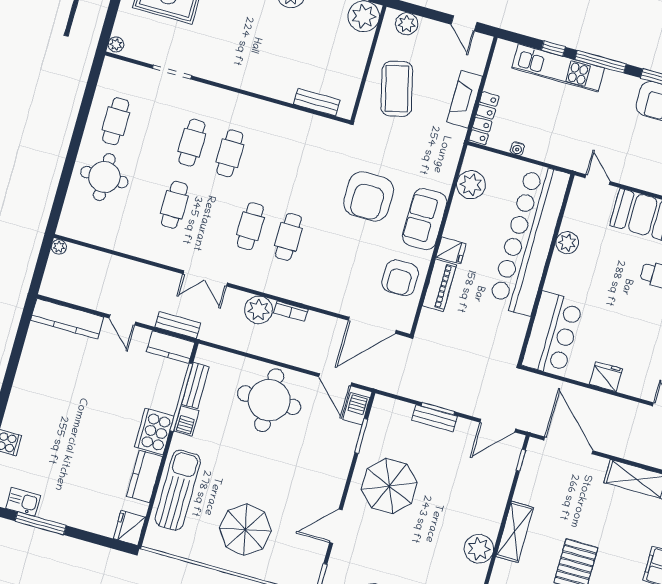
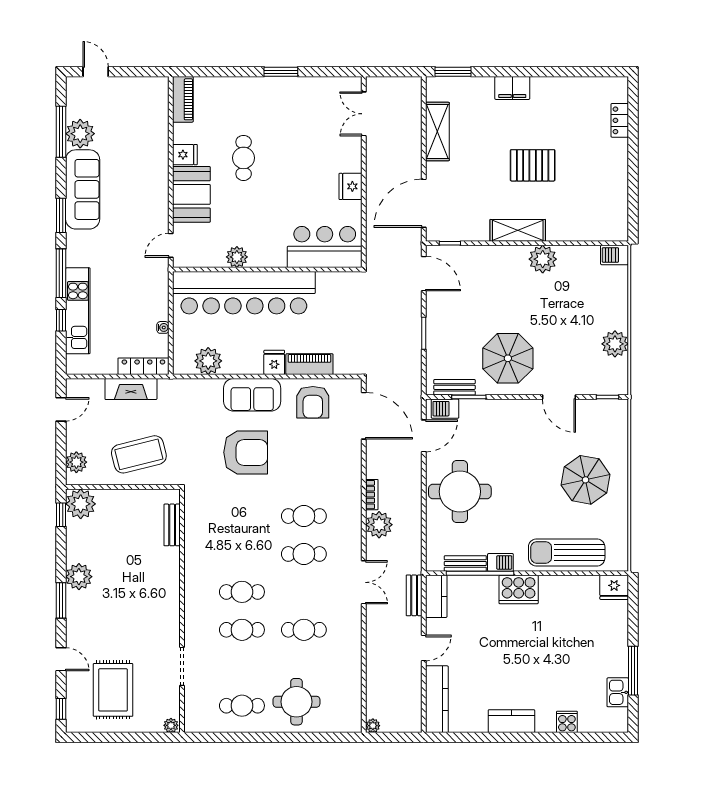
armchair: (400, 278) -> (313, 402), turned 90
bench: (435, 418) -> (454, 387), moved, turned 90
kitchen counter: (145, 476) -> (511, 721), moved, turned 180

